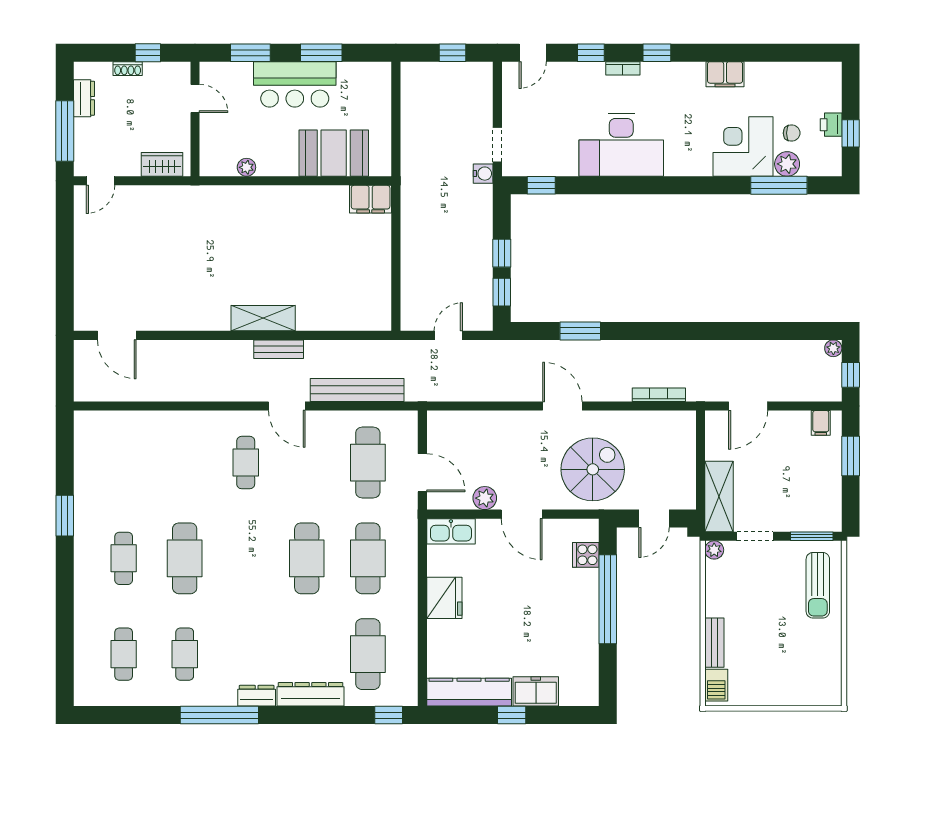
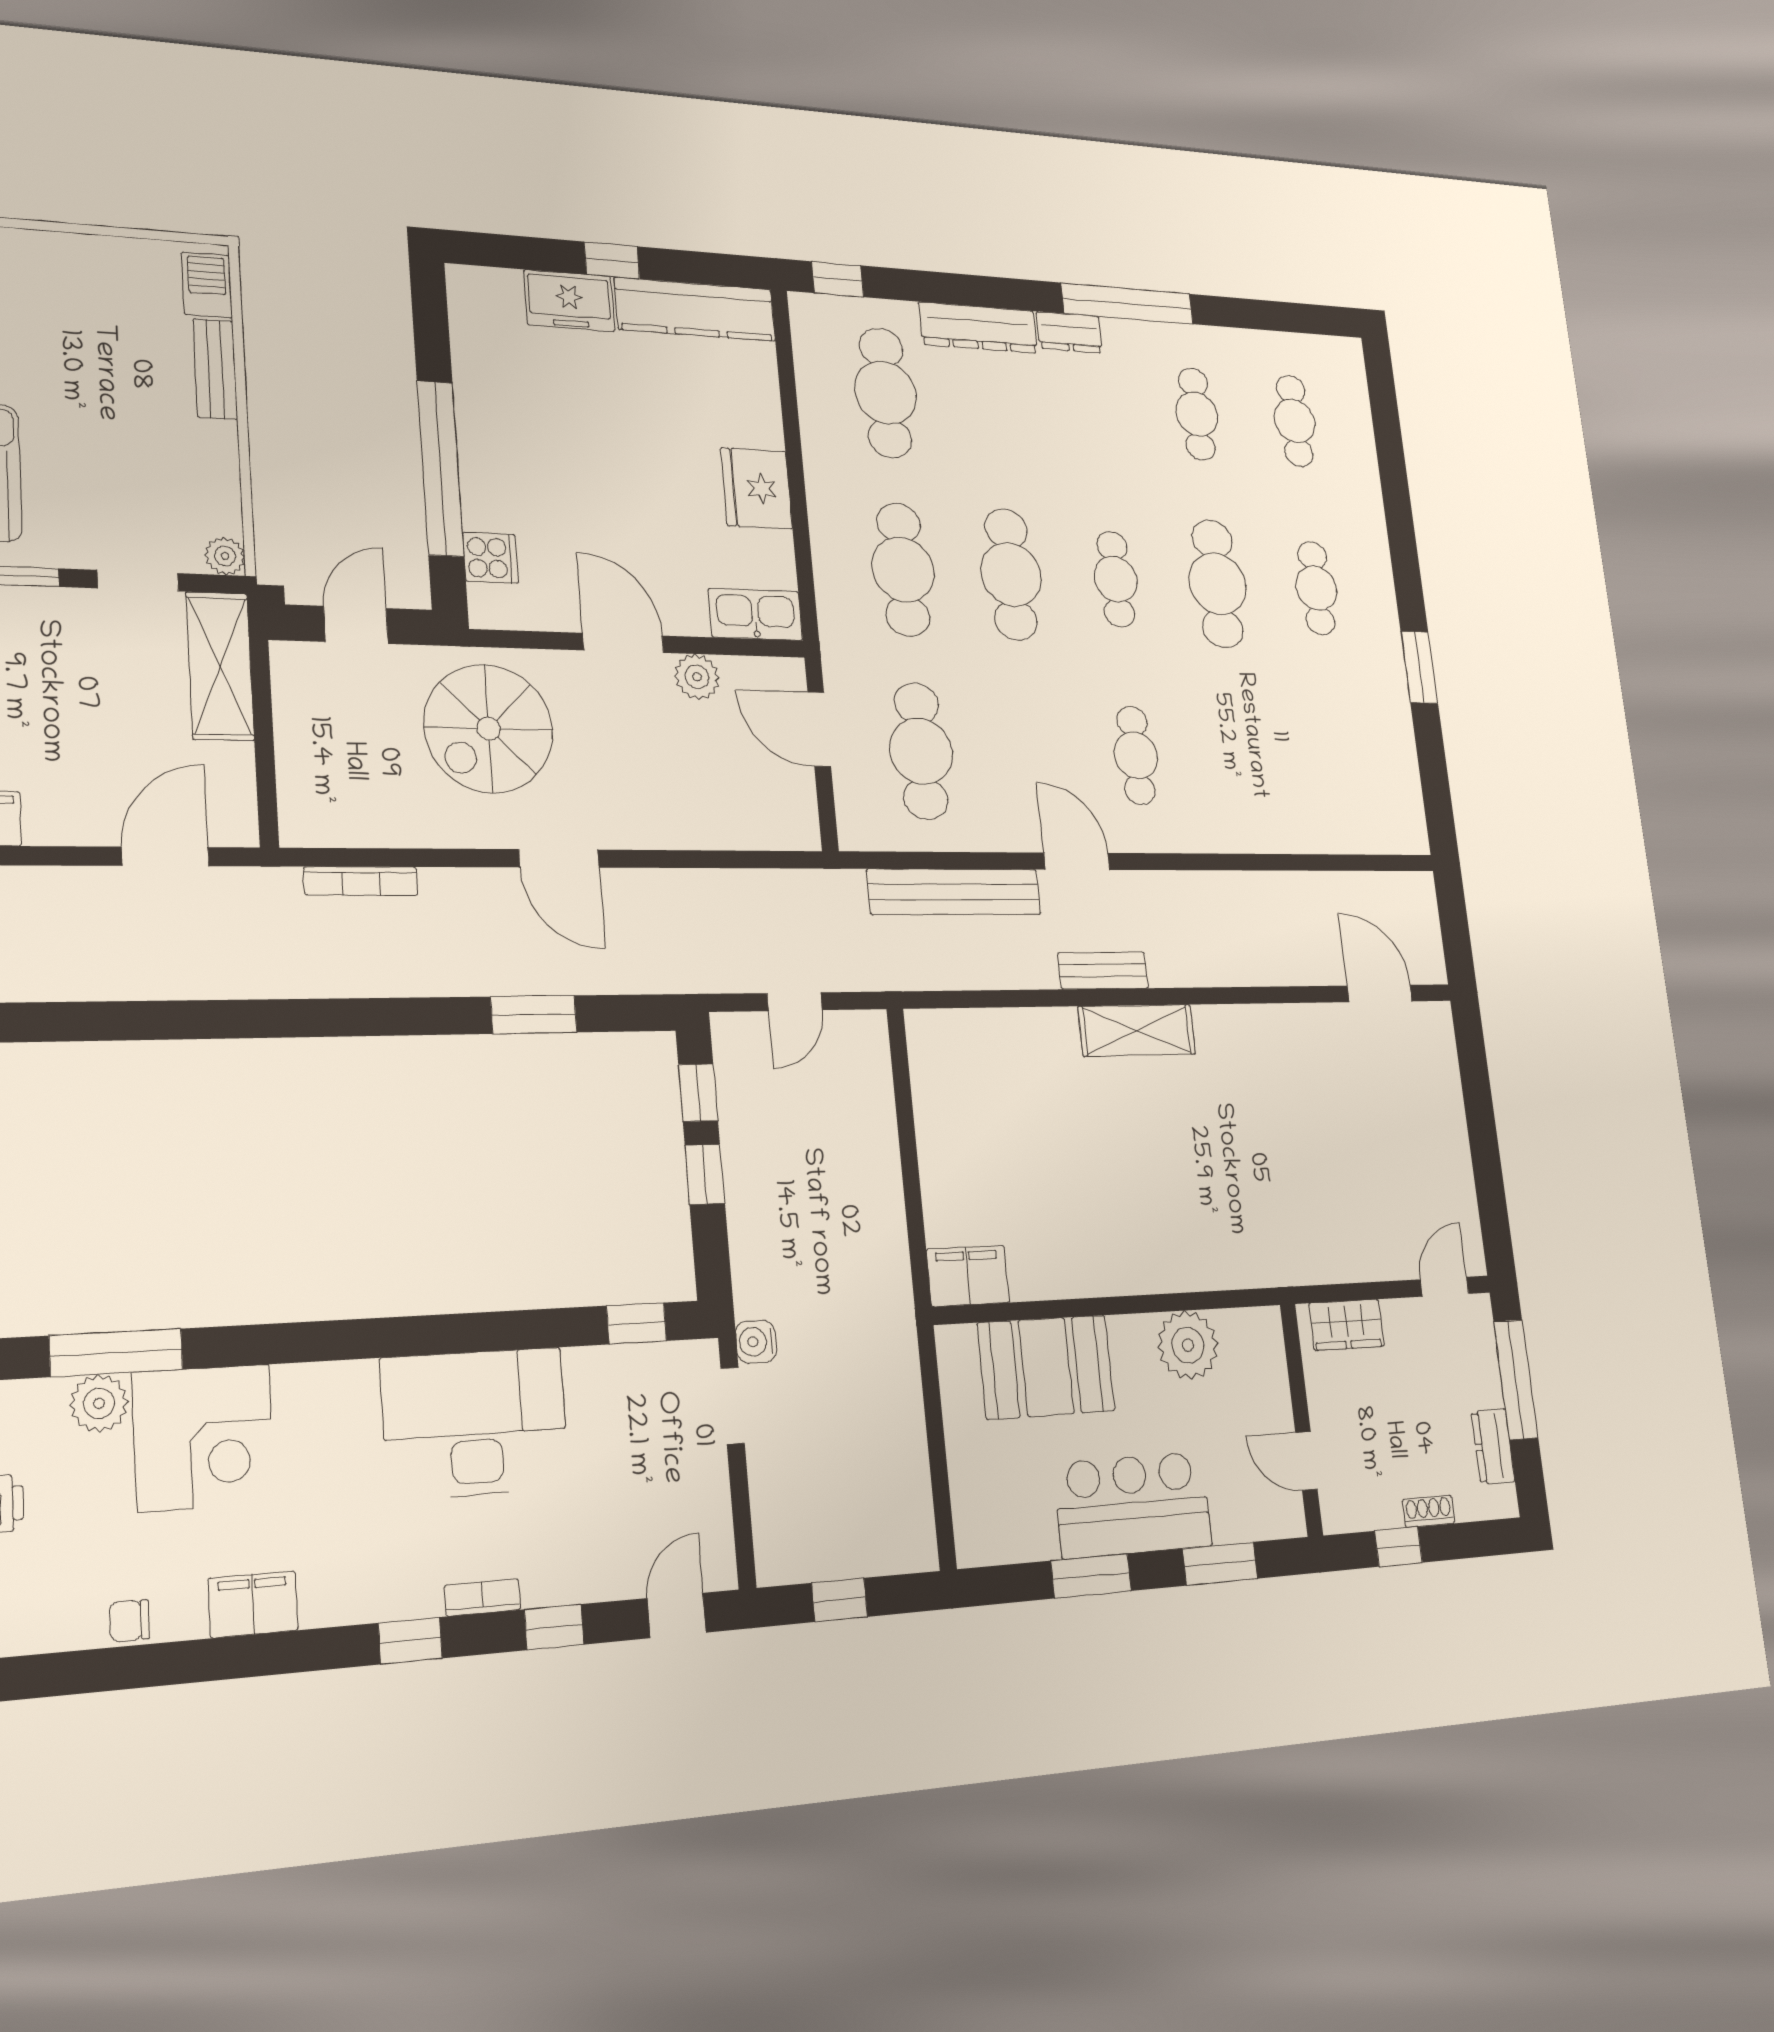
chair: (792, 133) -> (129, 1621), moved
plant: (246, 167) -> (1188, 1345), width x1.88, depth x1.88
cafe table: (246, 558) -> (1116, 579), added

